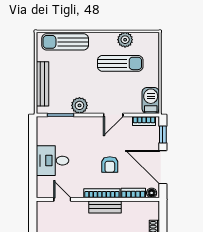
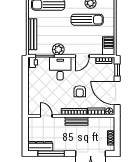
printer: (43, 124) -> (33, 62), added
desk: (52, 161) -> (60, 69), moved, turned 90

